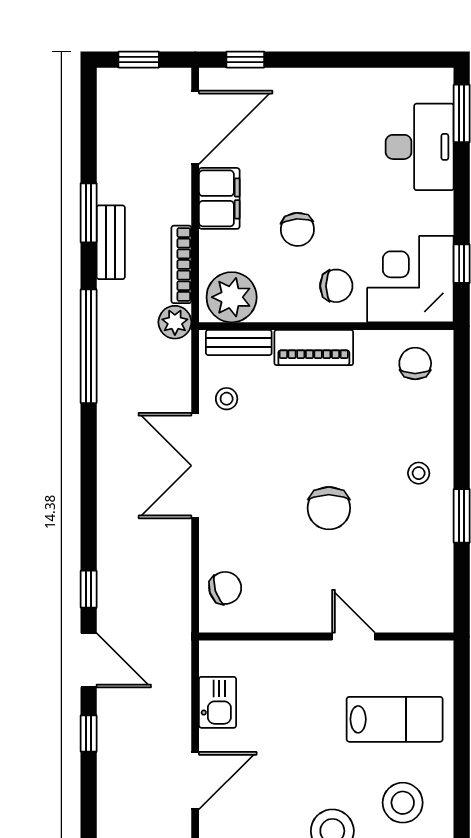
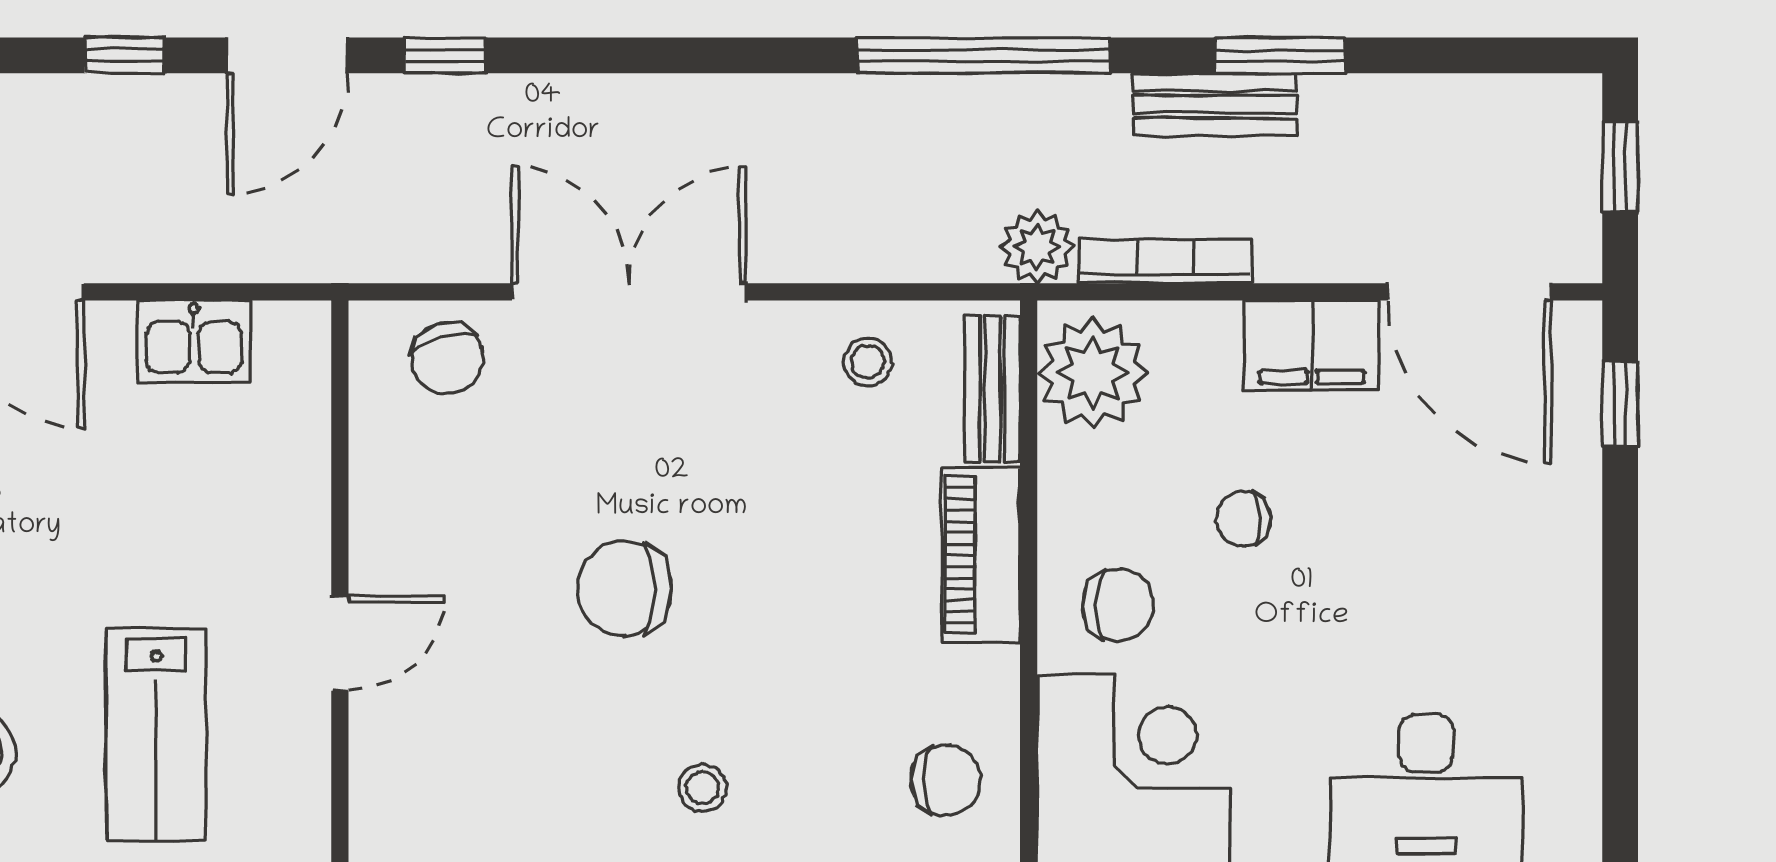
chair: (297, 229) -> (1243, 519), width x0.73, depth x0.73
chair: (336, 286) -> (1118, 605), turned -90
double door: (195, 466) -> (629, 292), moved

